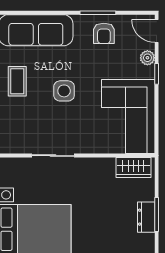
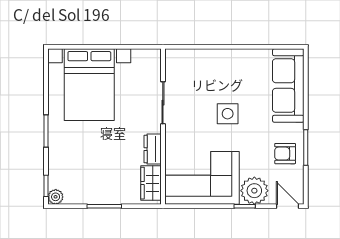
door: (157, 31) -> (287, 206), hinge flipped
plant: (147, 58) -> (254, 191), width x1.87, depth x1.87
coffee table: (17, 81) -> (237, 67), removed
dresser: (146, 217) -> (153, 149), moved, turned -90

